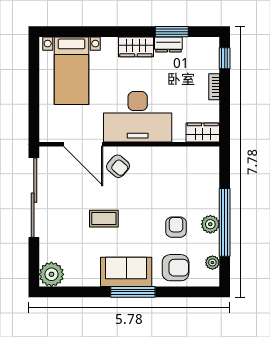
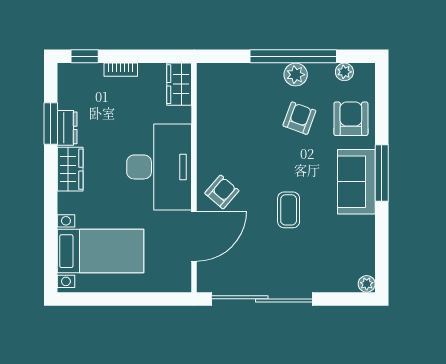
armchair: (176, 227) -> (299, 118), turned 110
plant: (51, 274) -> (367, 284), width x0.53, depth x0.53

